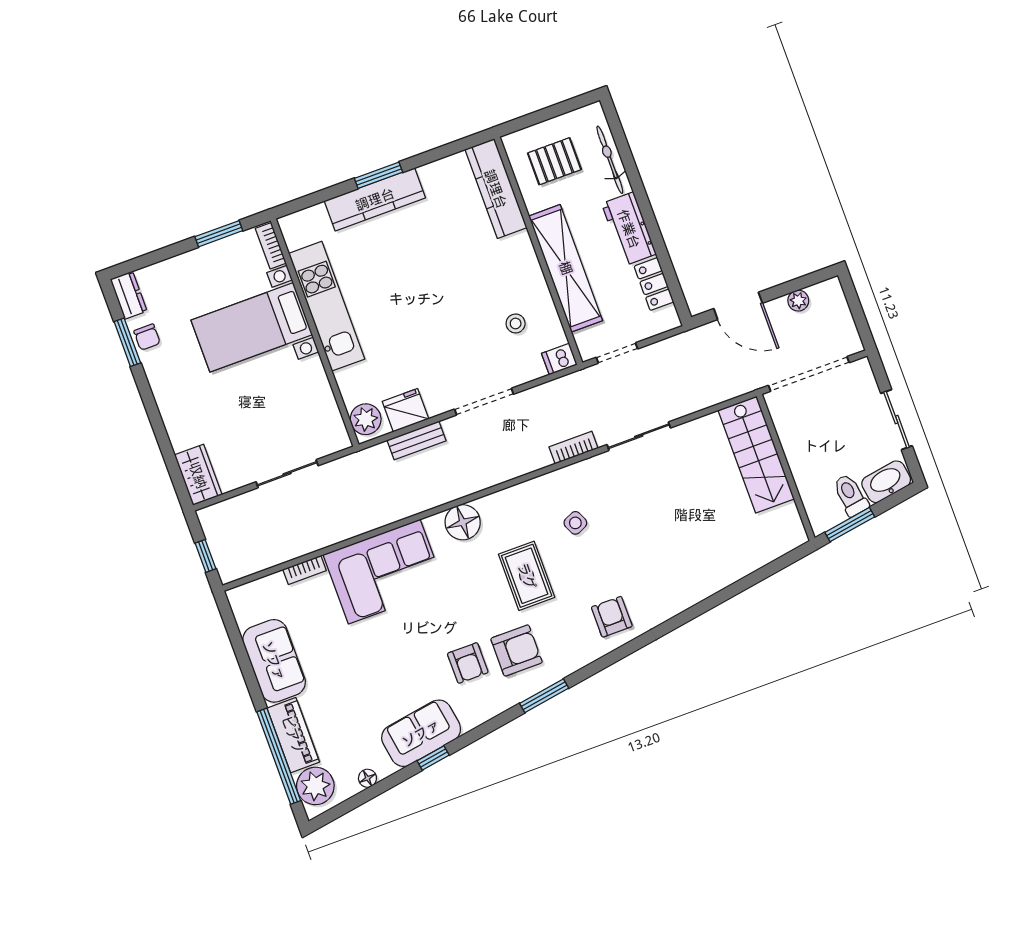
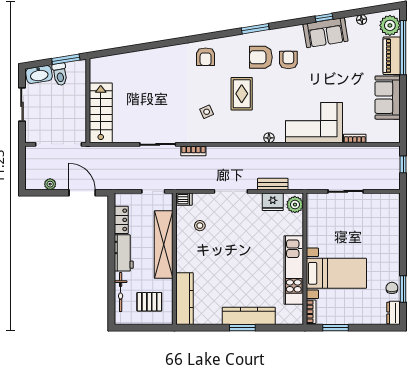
wardrobe: (198, 475) -> (392, 208), removed
floor lamp: (463, 522) -> (269, 138), width x0.53, depth x0.53

